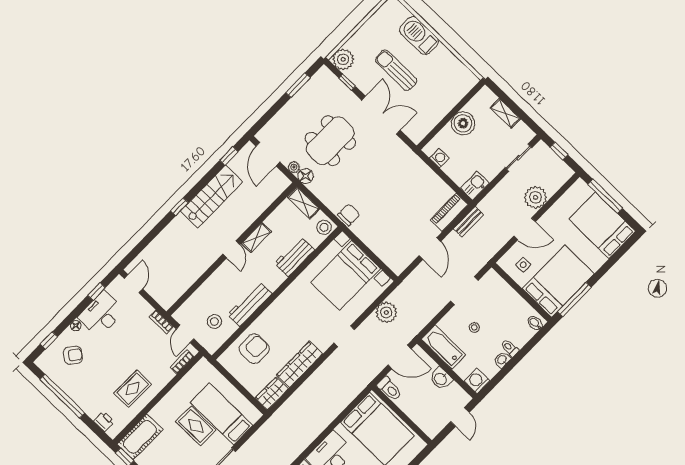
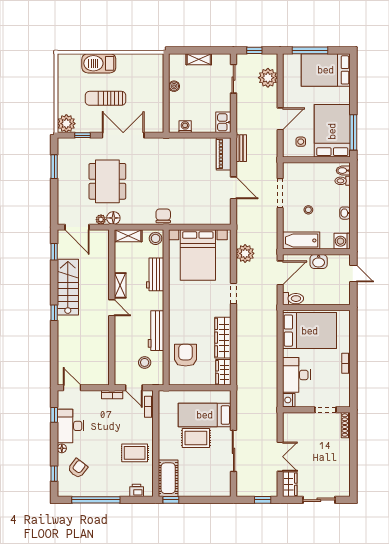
boiler: (463, 123) -> (174, 86), width x0.54, depth x0.54
plant: (536, 197) -> (268, 78), moved
toilet: (510, 348) -> (343, 181), moved
rug: (133, 389) -> (135, 453), turned 90

